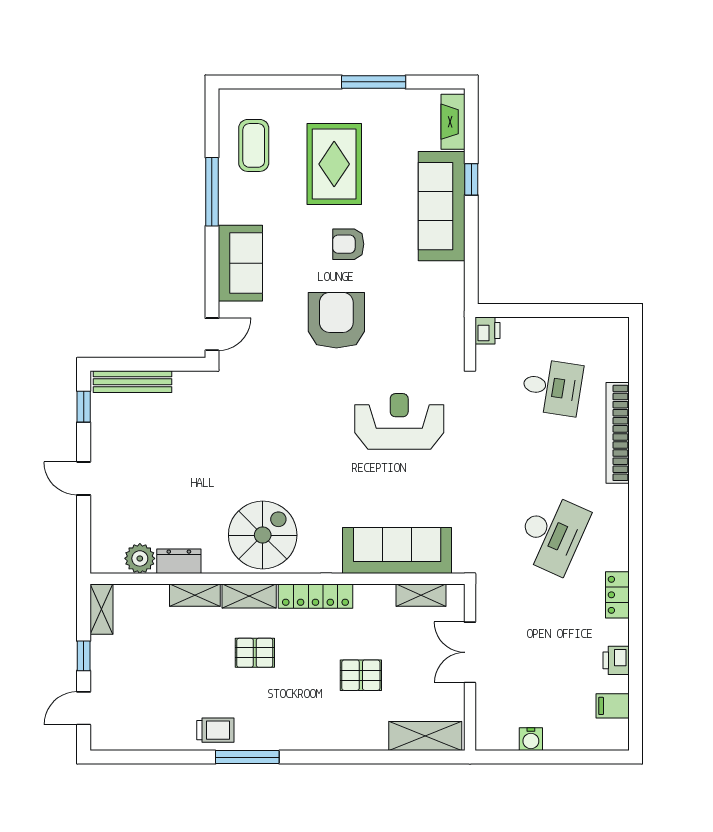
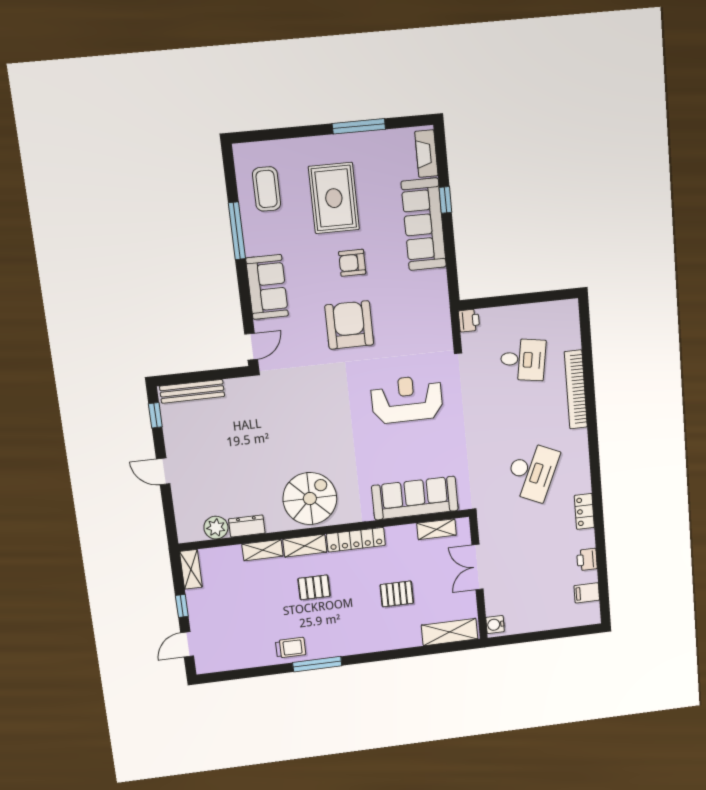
water cooler: (531, 739) -> (495, 625), moved, turned 90

